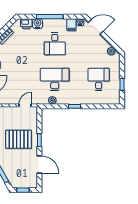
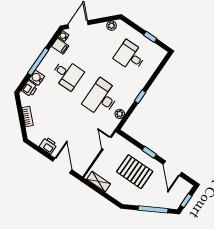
pallet: (18, 139) -> (135, 172), turned 90
door: (39, 164) -> (172, 168), swing flipped

